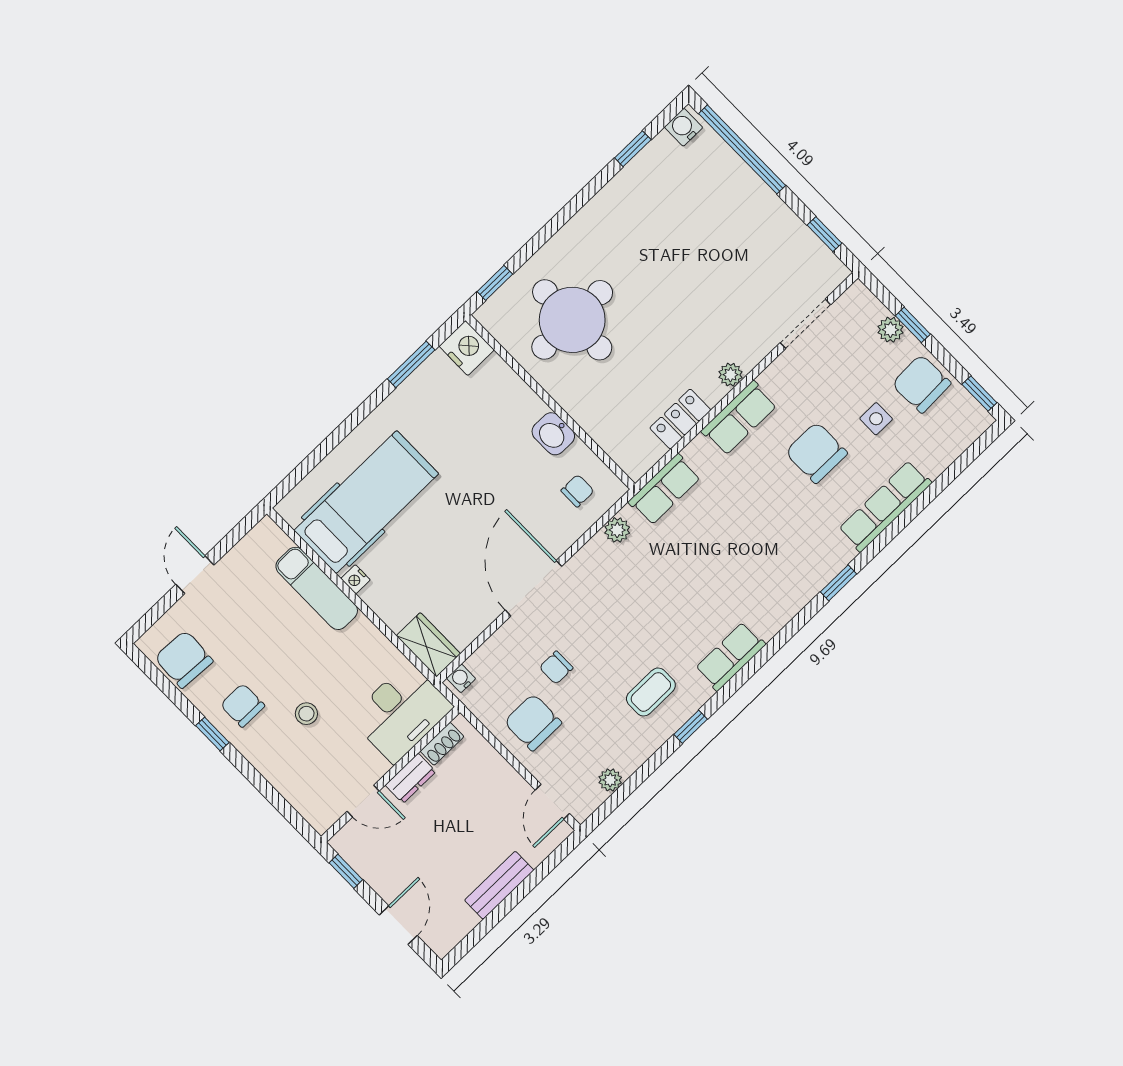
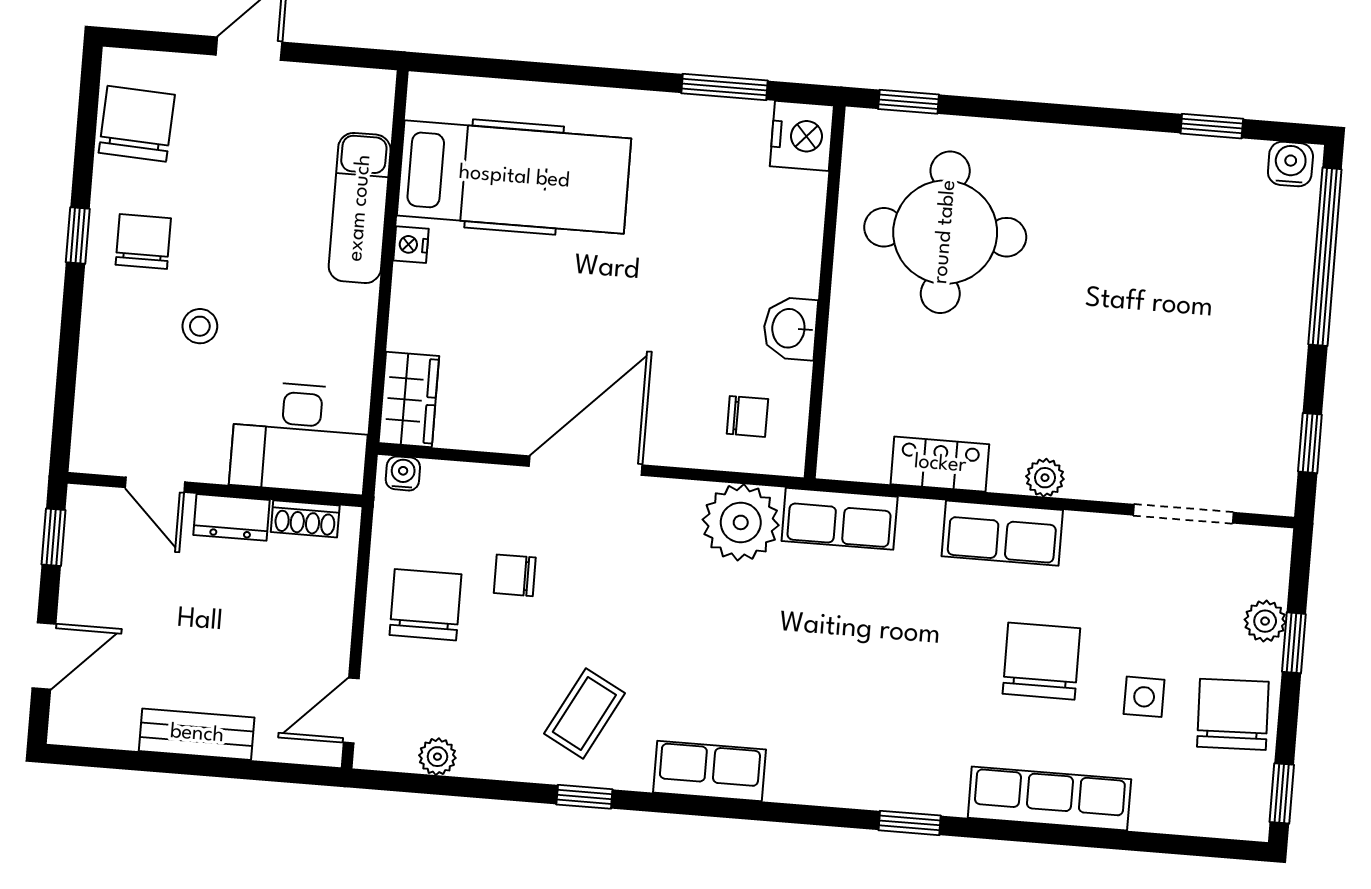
plant: (617, 530) -> (741, 522), width x1.88, depth x1.88
coffee table: (651, 692) -> (584, 713), turned -62

